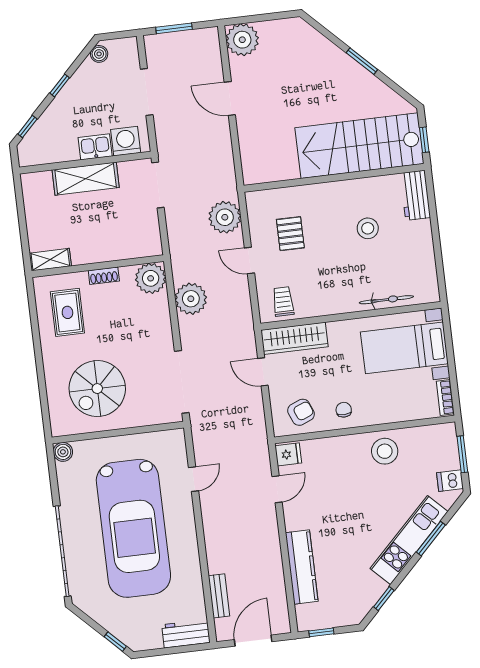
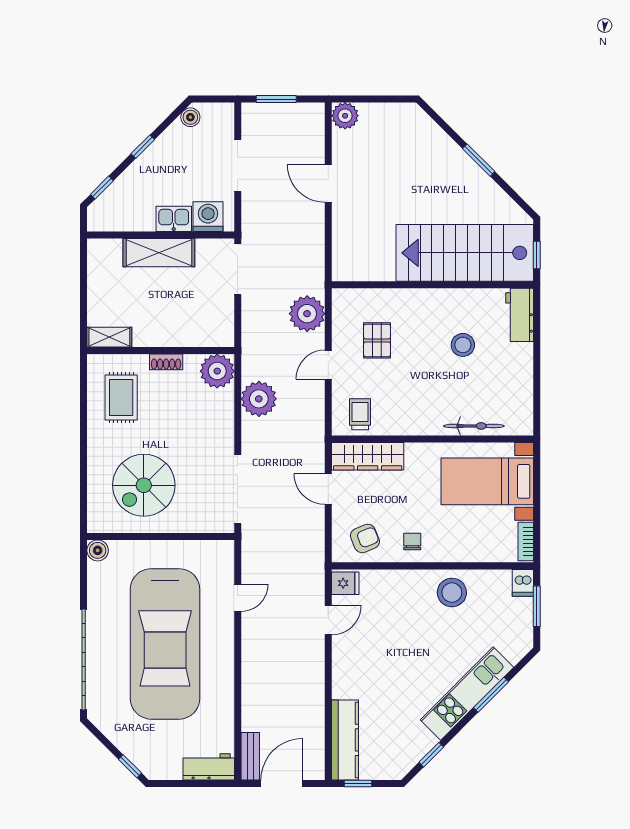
plant: (242, 40) -> (345, 116), width x0.73, depth x0.73
door: (249, 260) -> (328, 365), hinge flipped
dishwasher: (450, 481) -> (523, 583), moved, turned -90
kitchen counter: (302, 567) -> (345, 740), moved
bench: (219, 596) -> (250, 756), moved

